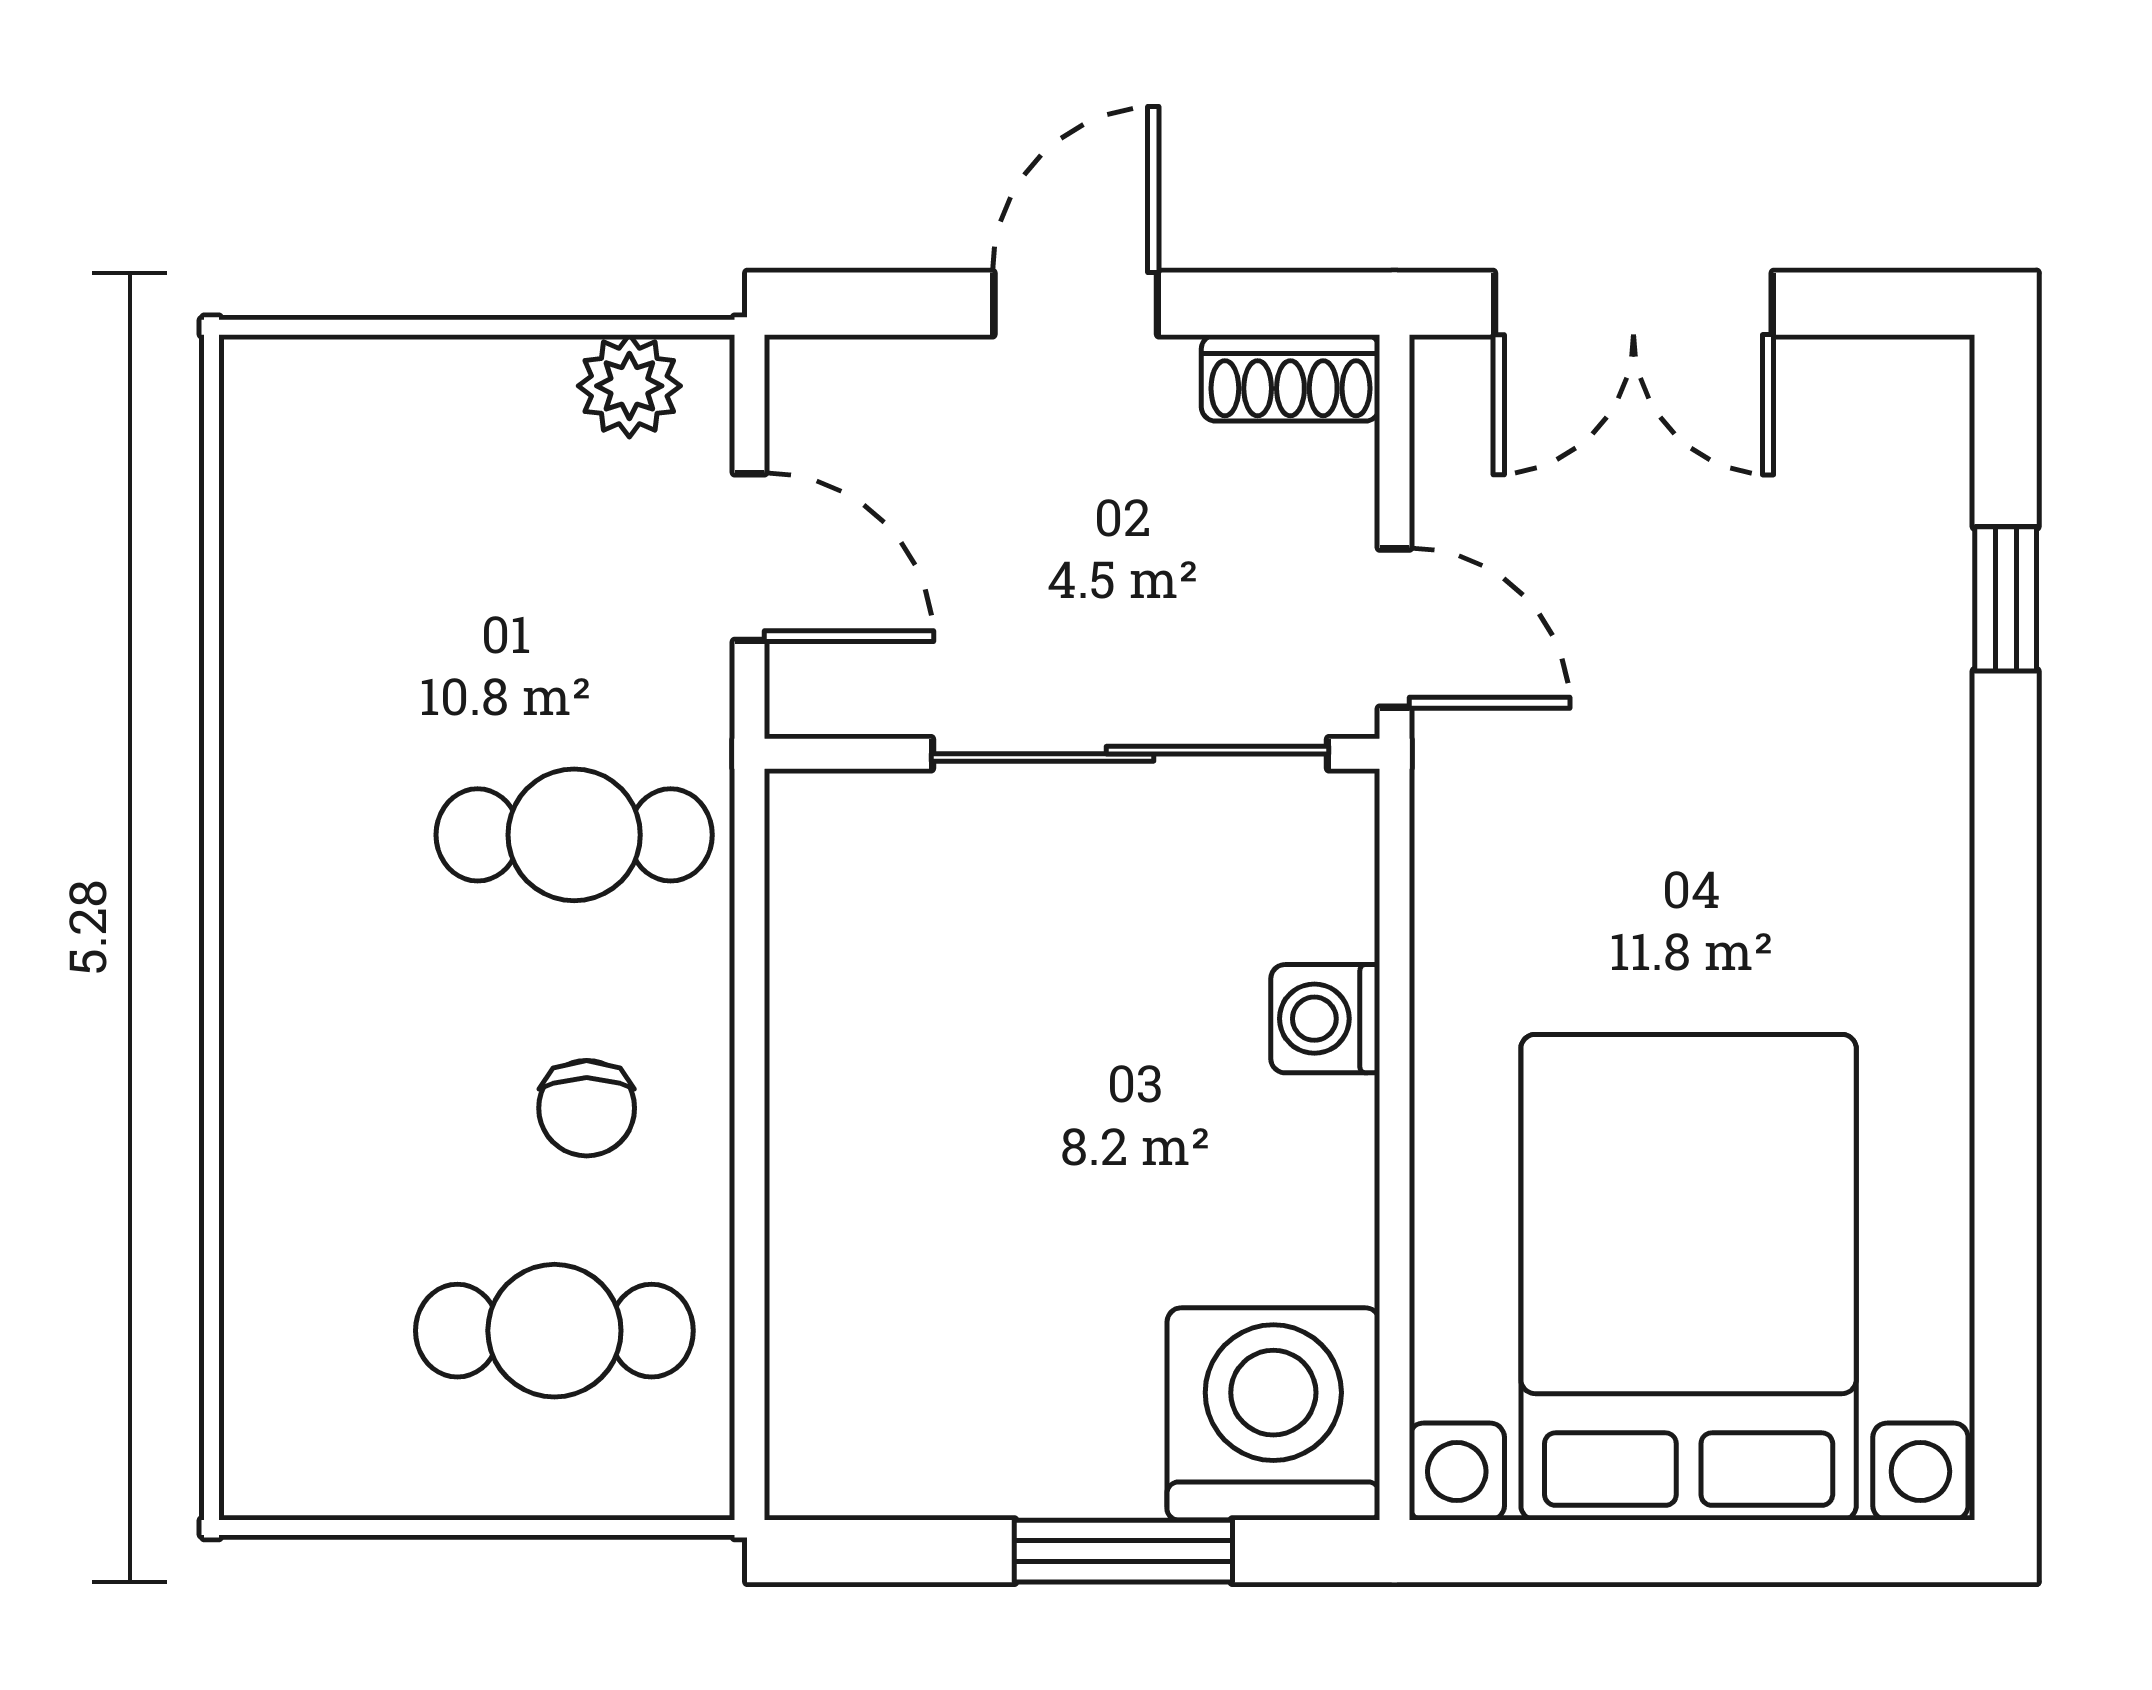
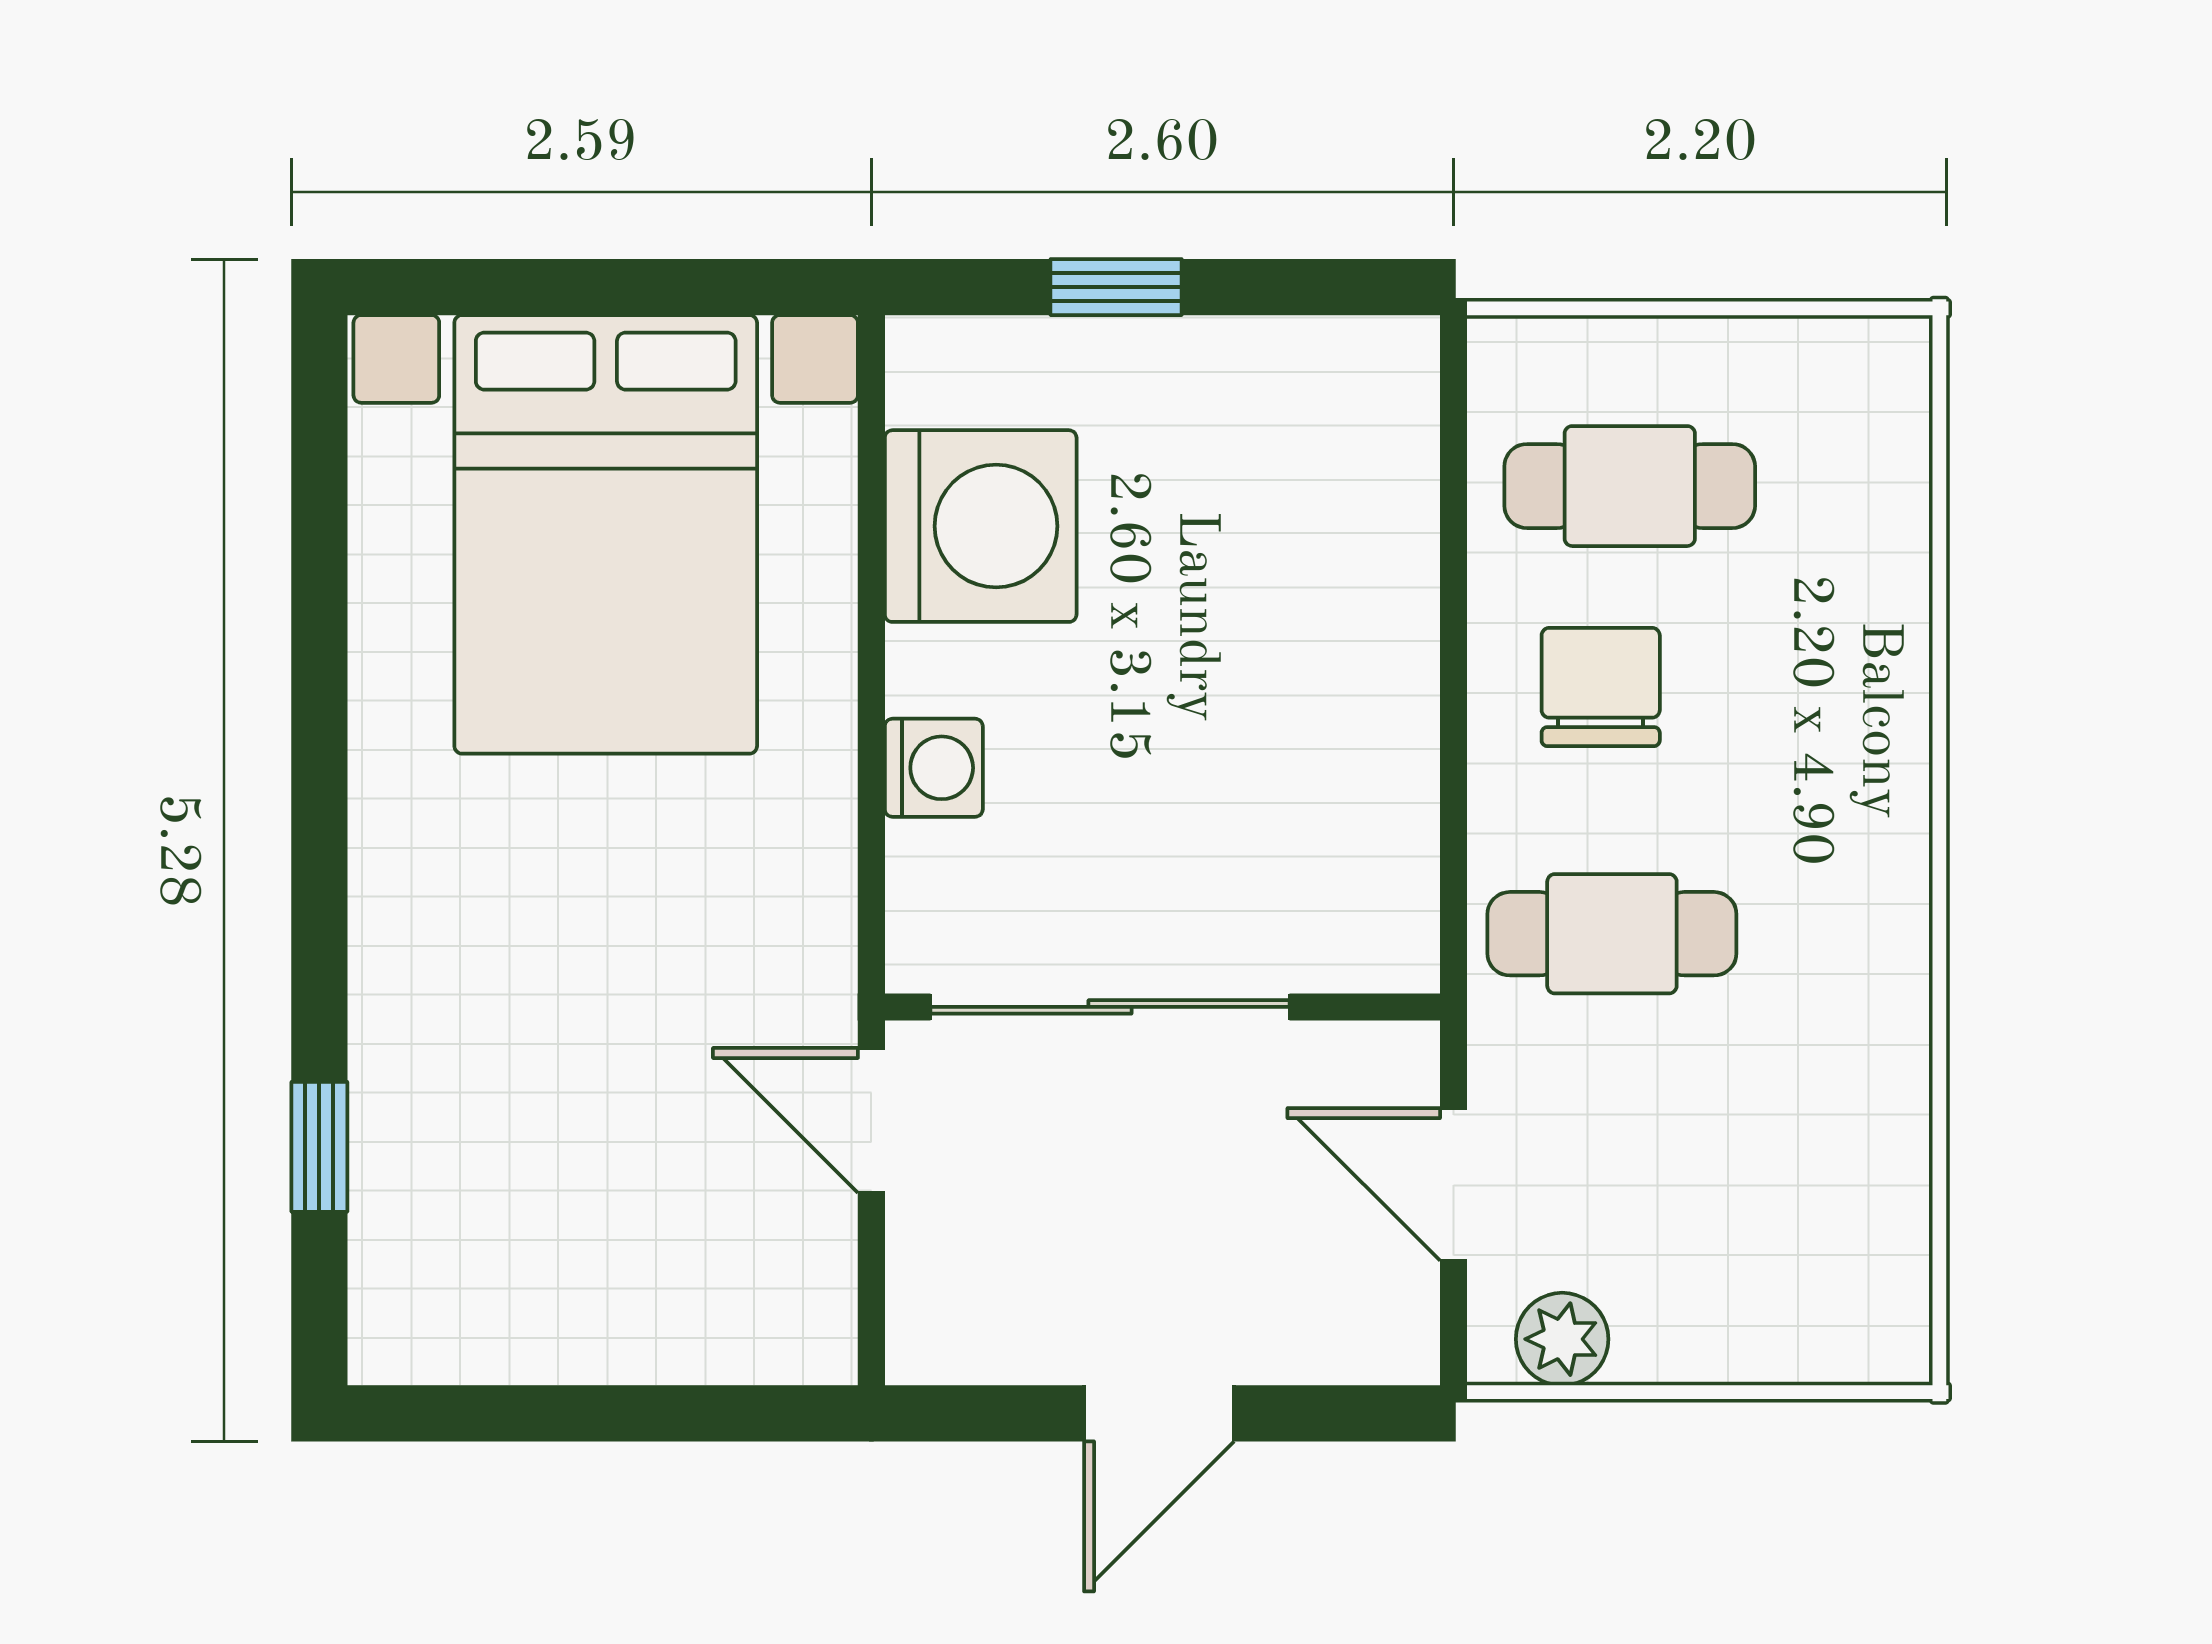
double door: (1633, 304) -> (656, 1413), removed
shoe rack: (1290, 378) -> (965, 1346), removed
chair: (587, 1108) -> (1601, 687), width x1.37, depth x1.37
washing machine: (1273, 1414) -> (981, 526), moved, turned -90
window: (1123, 1551) -> (1116, 287), width x0.67

